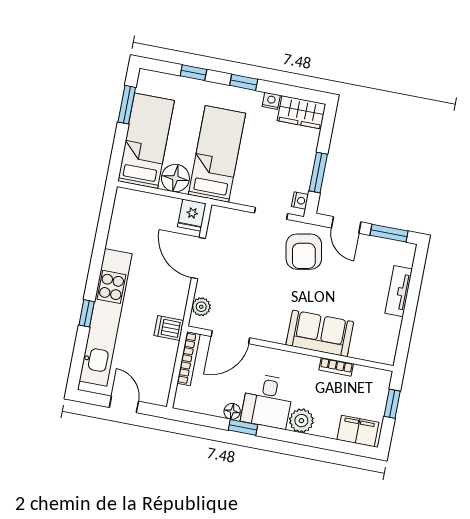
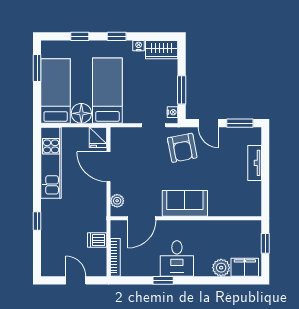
kitchen unit: (106, 317) -> (51, 163), moved, width x0.73
dishwasher: (169, 328) -> (97, 240), moved
sofa: (320, 333) -> (185, 203), moved
bookcase: (189, 359) -> (115, 257), moved
bookcase: (336, 367) -> (221, 225), removed
floor lamp: (232, 411) -> (153, 271), removed
plant: (301, 421) -> (221, 268), moved

